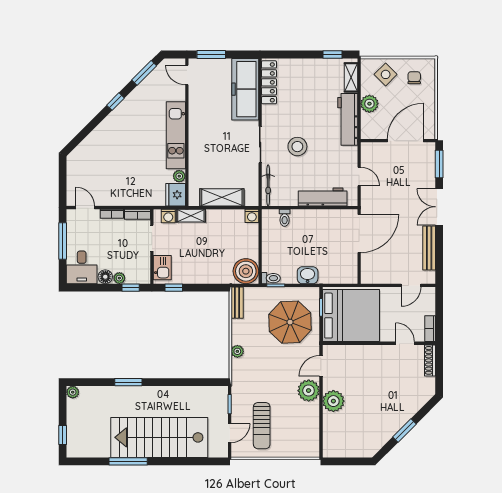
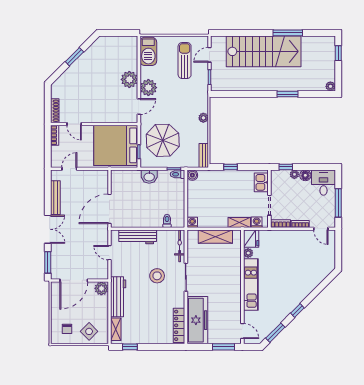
plant: (369, 104) -> (101, 288), moved
boiler: (246, 271) -> (192, 175), width x0.54, depth x0.54
window: (174, 288) -> (230, 167), moved
barbecue: (309, 437) -> (148, 51), added

